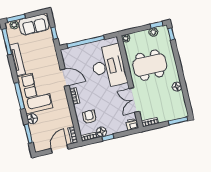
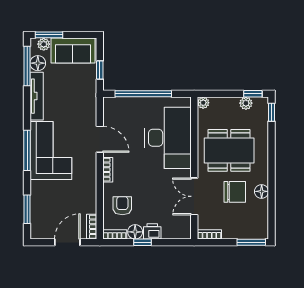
chair: (160, 91) -> (235, 192), added
floor lamp: (32, 119) -> (38, 63), moved
printer: (132, 124) -> (152, 231), moved

